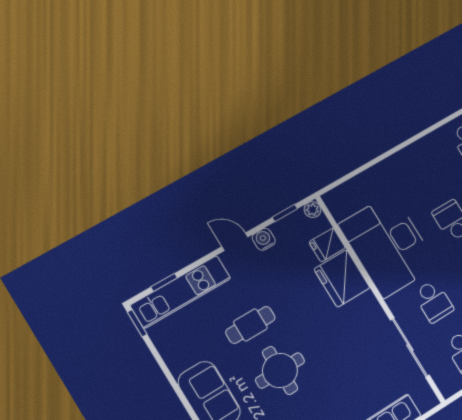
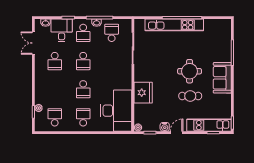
door: (235, 242) -> (177, 133), swing flipped
fridge: (327, 245) -> (141, 110), removed
desk: (388, 245) -> (116, 111), moved
school desk: (434, 301) -> (83, 117), moved

